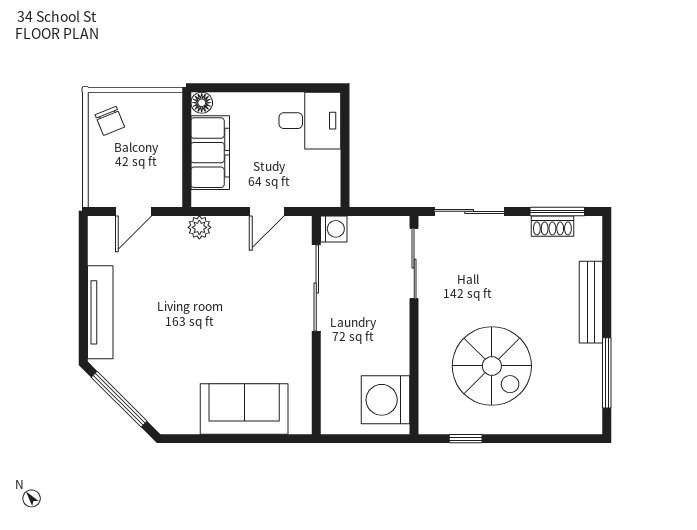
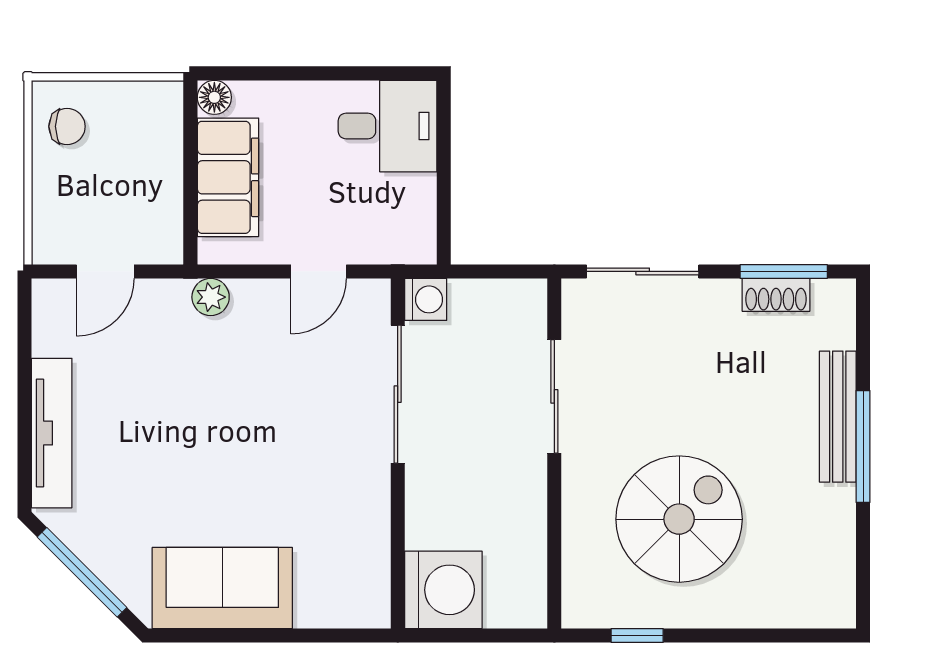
chair: (110, 121) -> (67, 126), turned -68
sliding door: (414, 264) -> (554, 396), moved
spiral stairs: (492, 366) -> (679, 519), turned -90
window: (607, 373) -> (863, 446), moved
washing machine: (386, 400) -> (443, 590), moved, turned 180
sofa: (244, 409) -> (222, 588), moved

